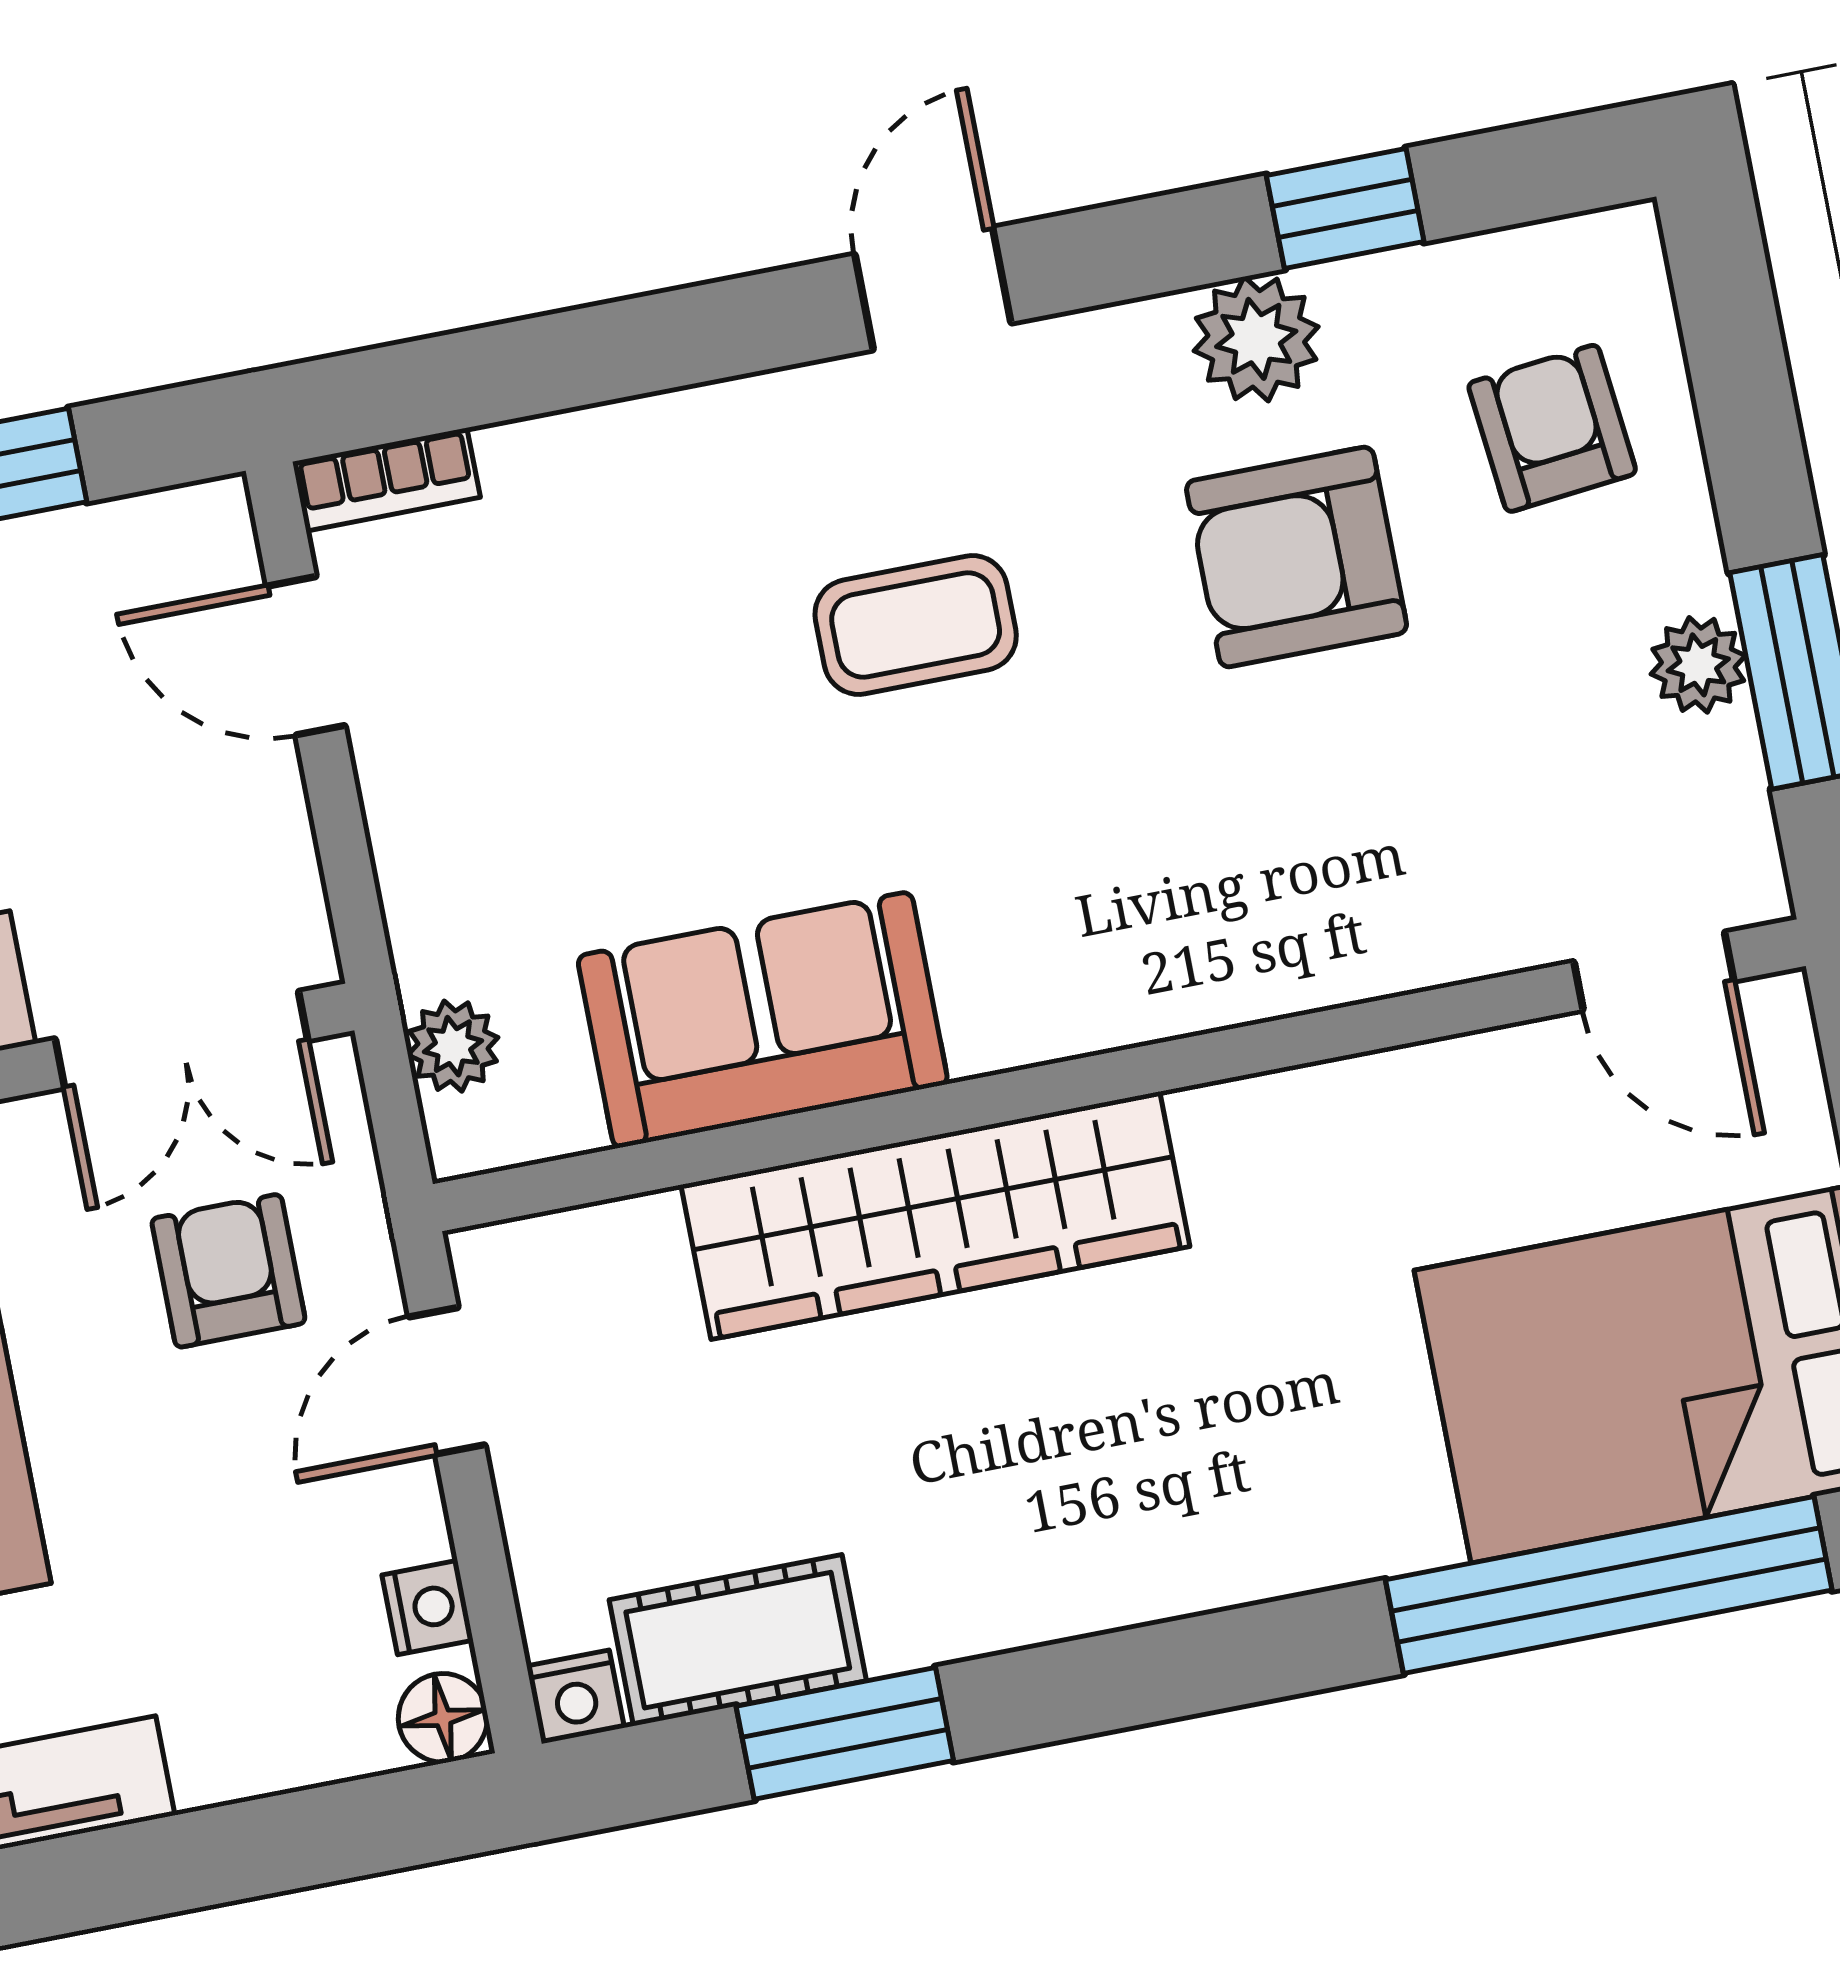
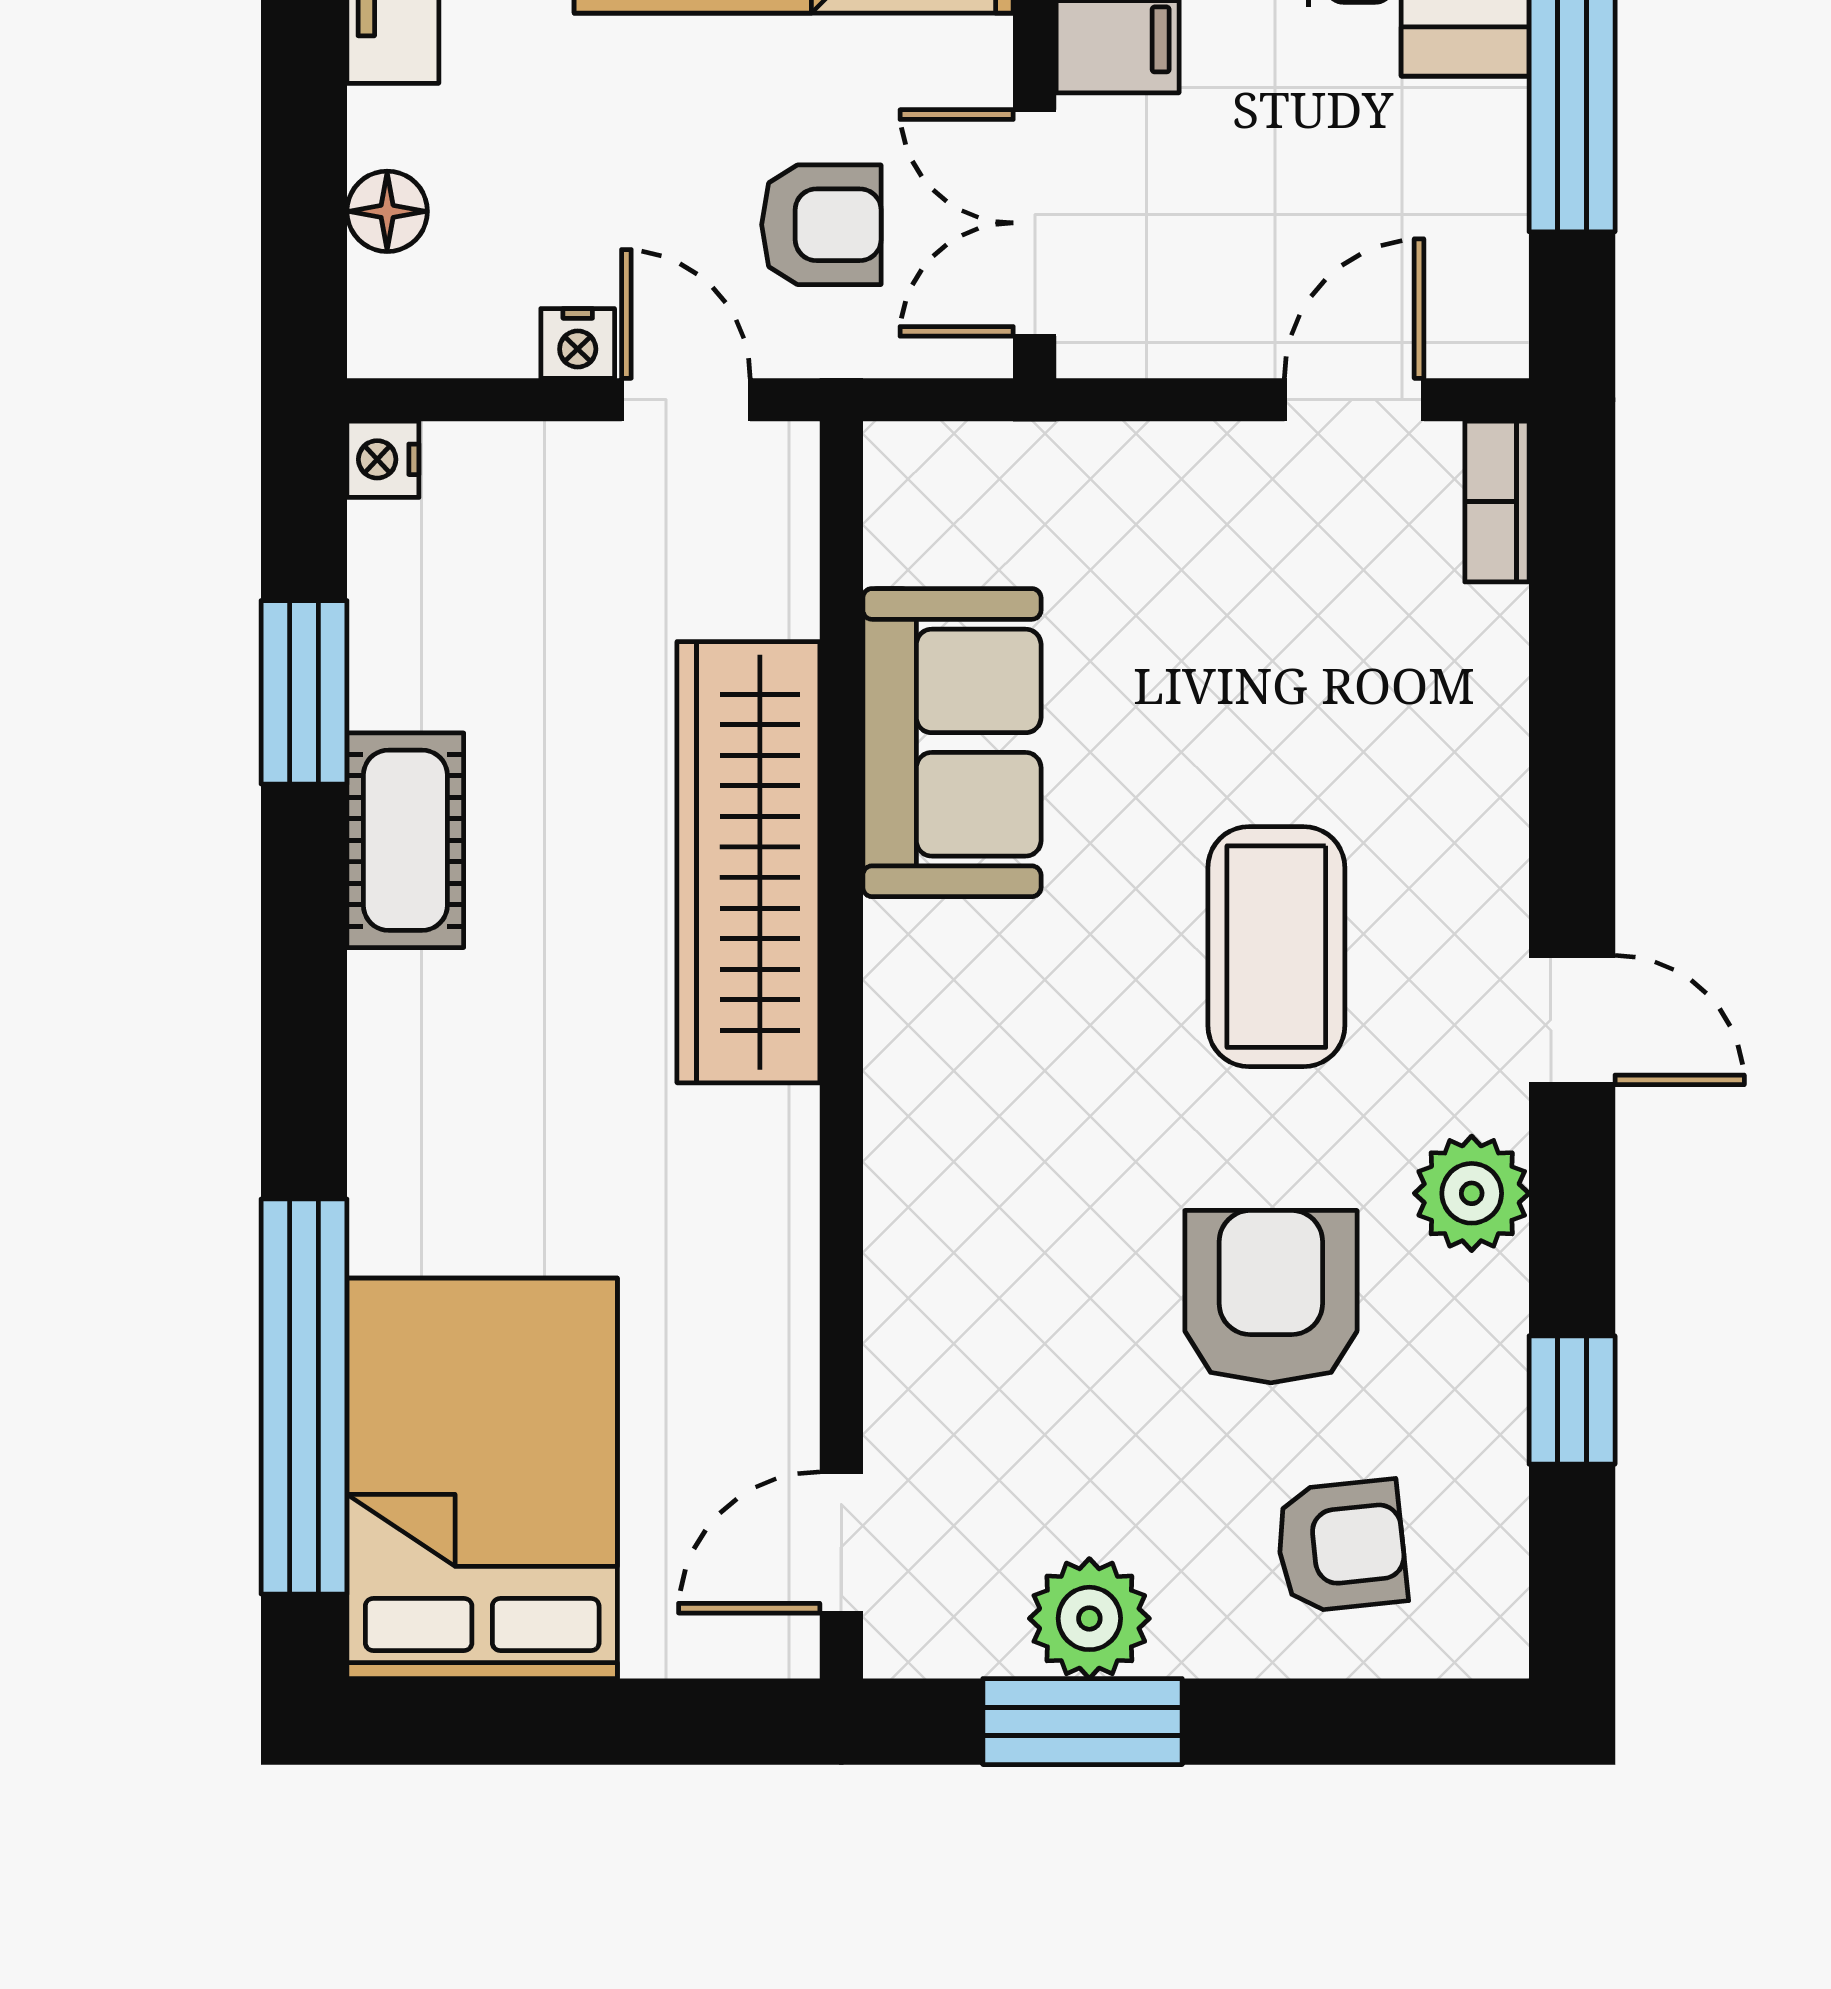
plant: (1256, 339) -> (1472, 1193), moved
coffee table: (916, 625) -> (1276, 947), width x1.36, depth x1.30
plant: (1698, 665) -> (1089, 1618), width x1.38, depth x1.38
plant: (453, 1046) -> (982, 463), removed
nightstand: (428, 1608) -> (578, 343), moved
cot: (738, 1640) -> (405, 840), moved
floor lamp: (443, 1718) -> (387, 211), moved

